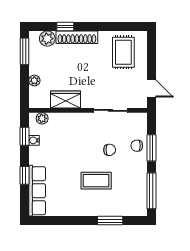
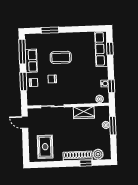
window: (24, 51) -> (113, 126), moved
window: (24, 175) -> (110, 49), moved
row of seats: (139, 177) -> (31, 61), added

